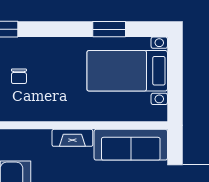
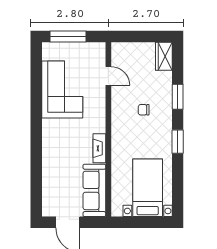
window: (109, 29) -> (178, 142), moved

